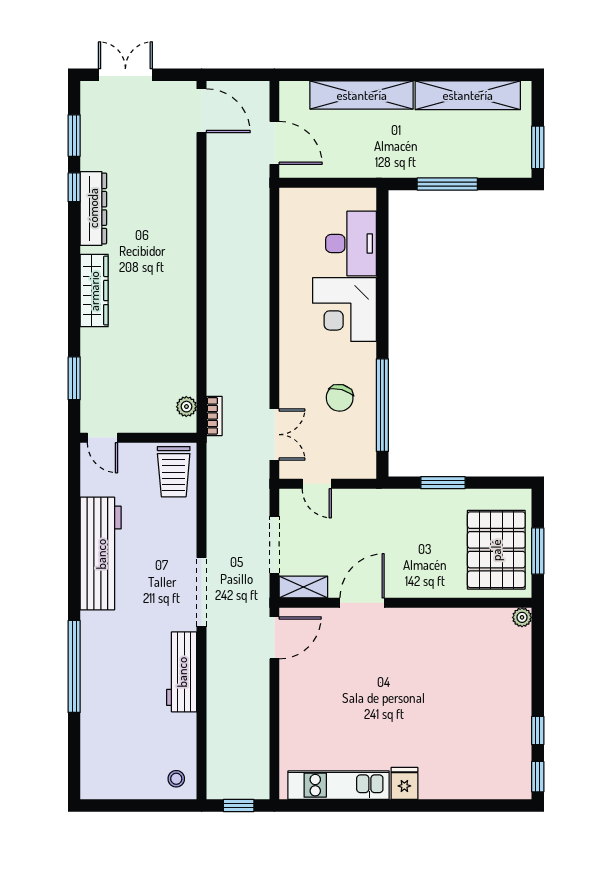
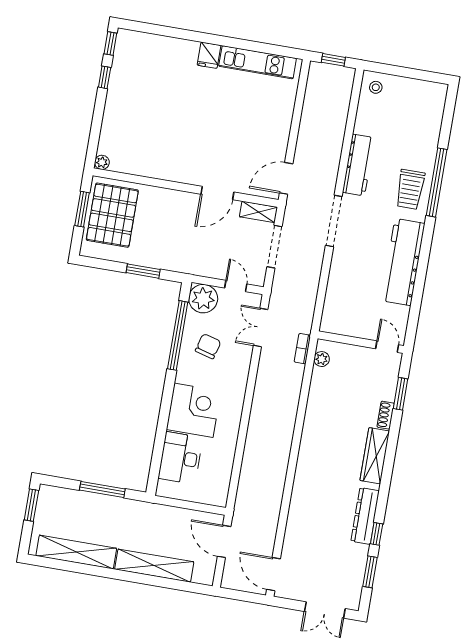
shoe rack: (89, 347) -> (386, 415), added
plant: (357, 460) -> (203, 299), added
trolley: (174, 472) -> (410, 189), moved, turned 180

